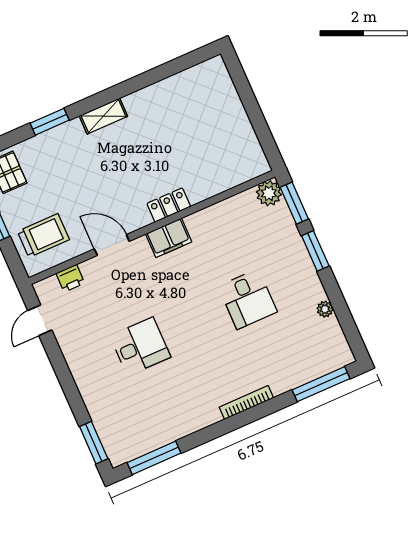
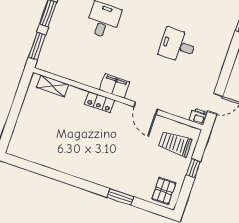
shelving: (103, 116) -> (52, 86), moved
plant: (269, 193) -> (45, 63), removed
printer: (70, 278) -> (198, 116), moved

